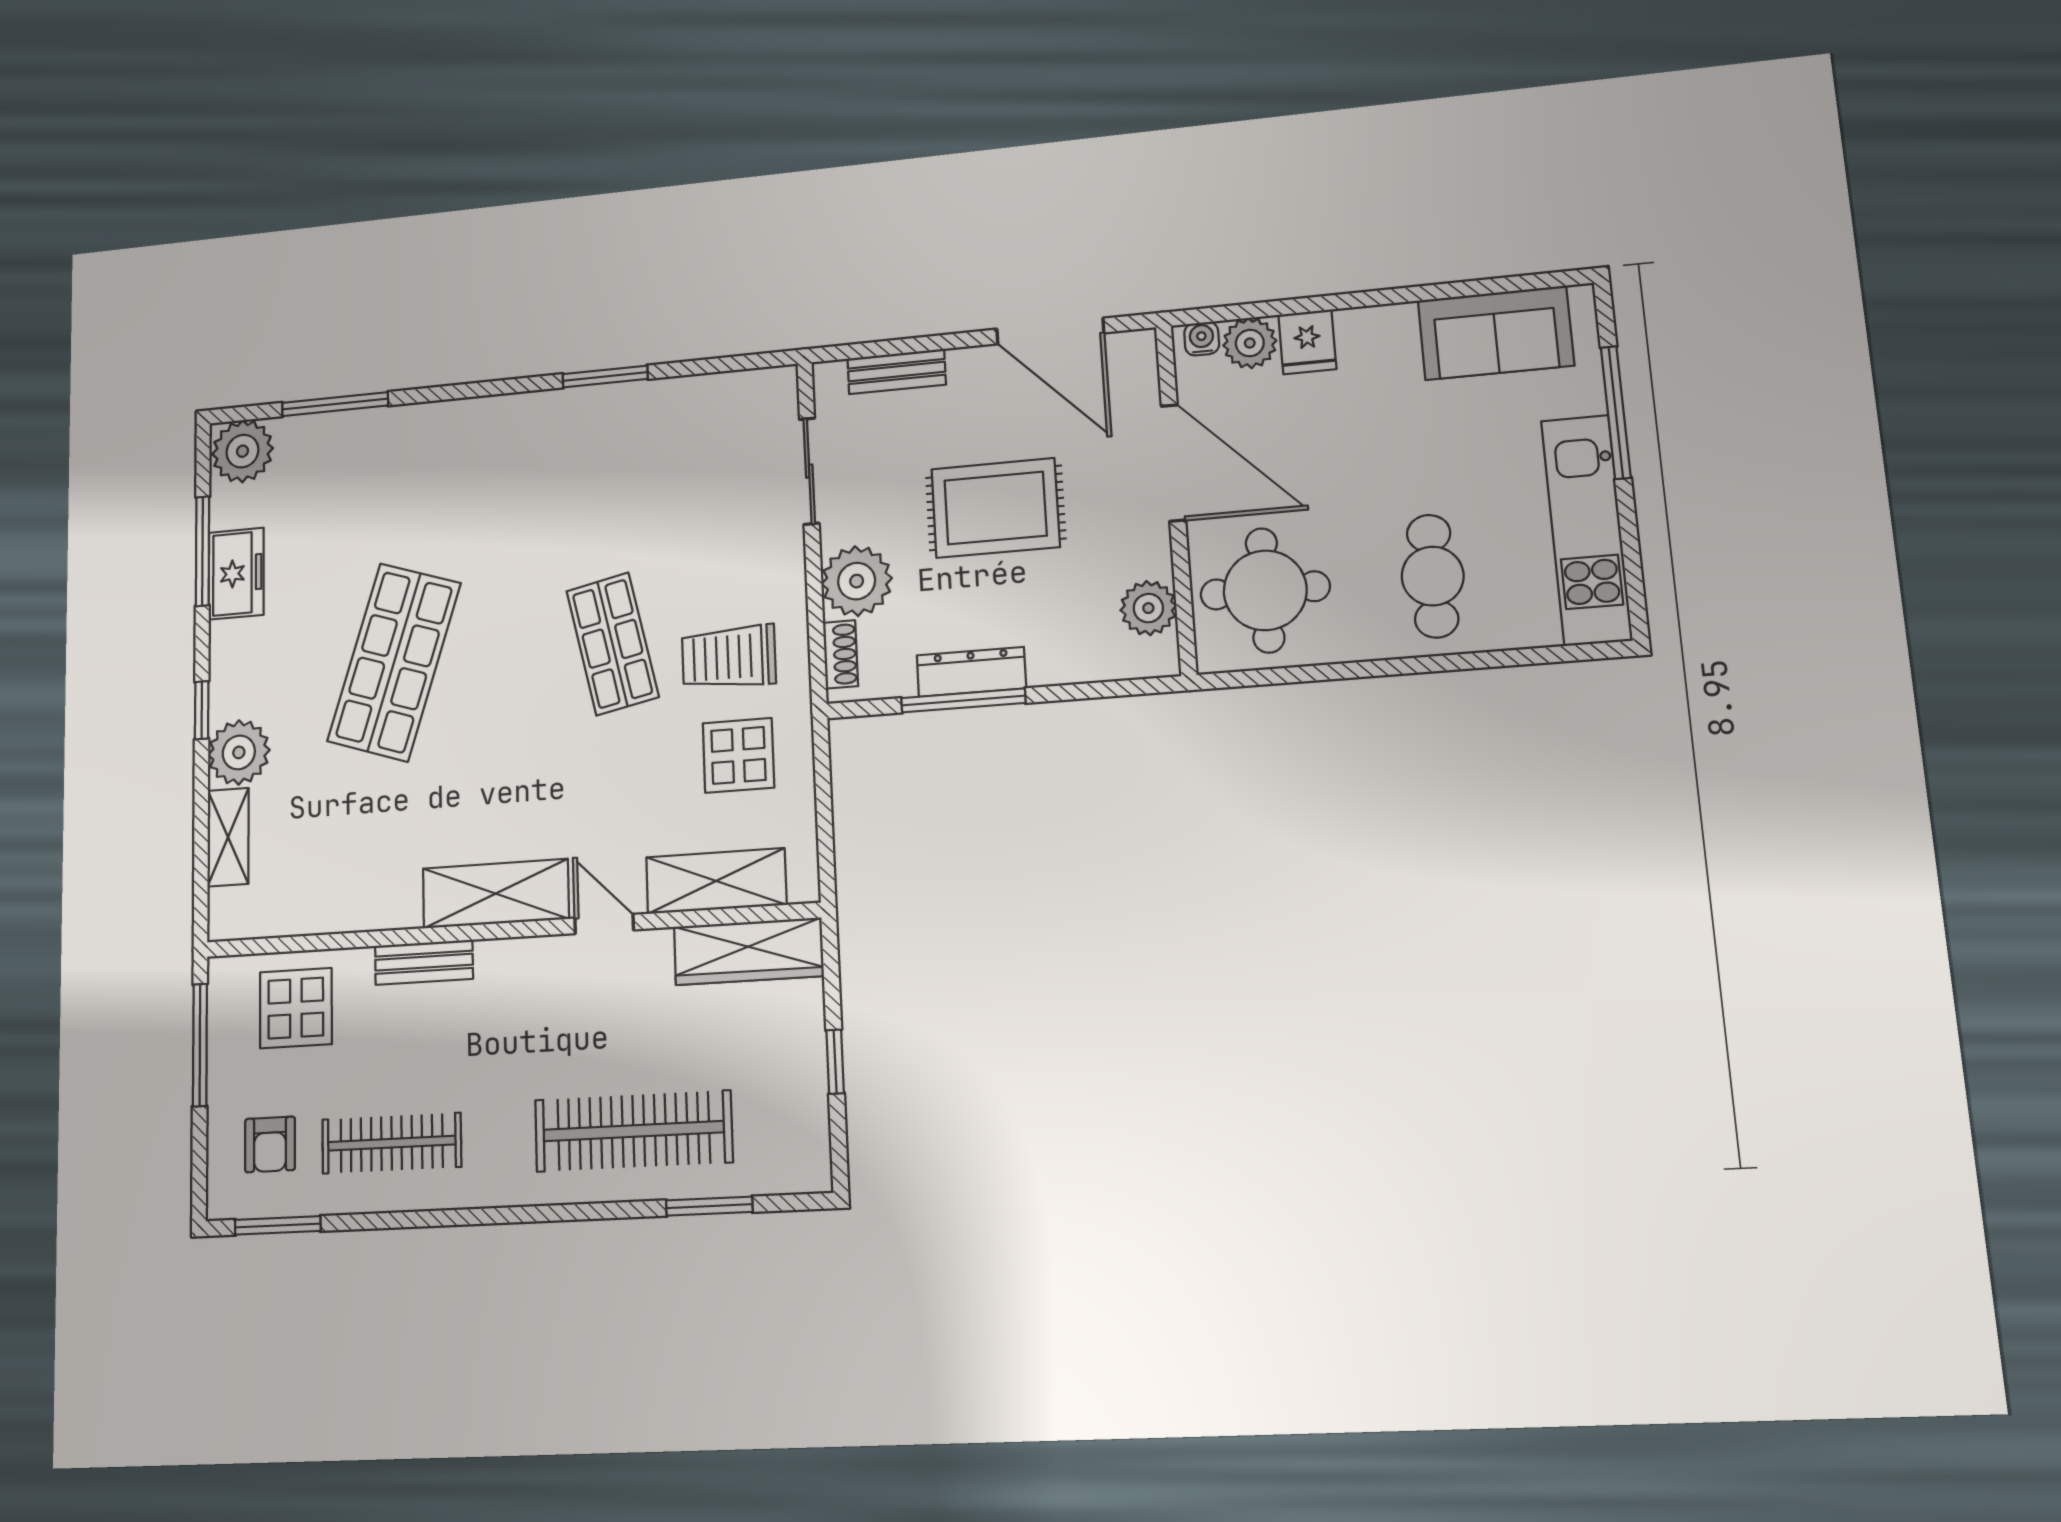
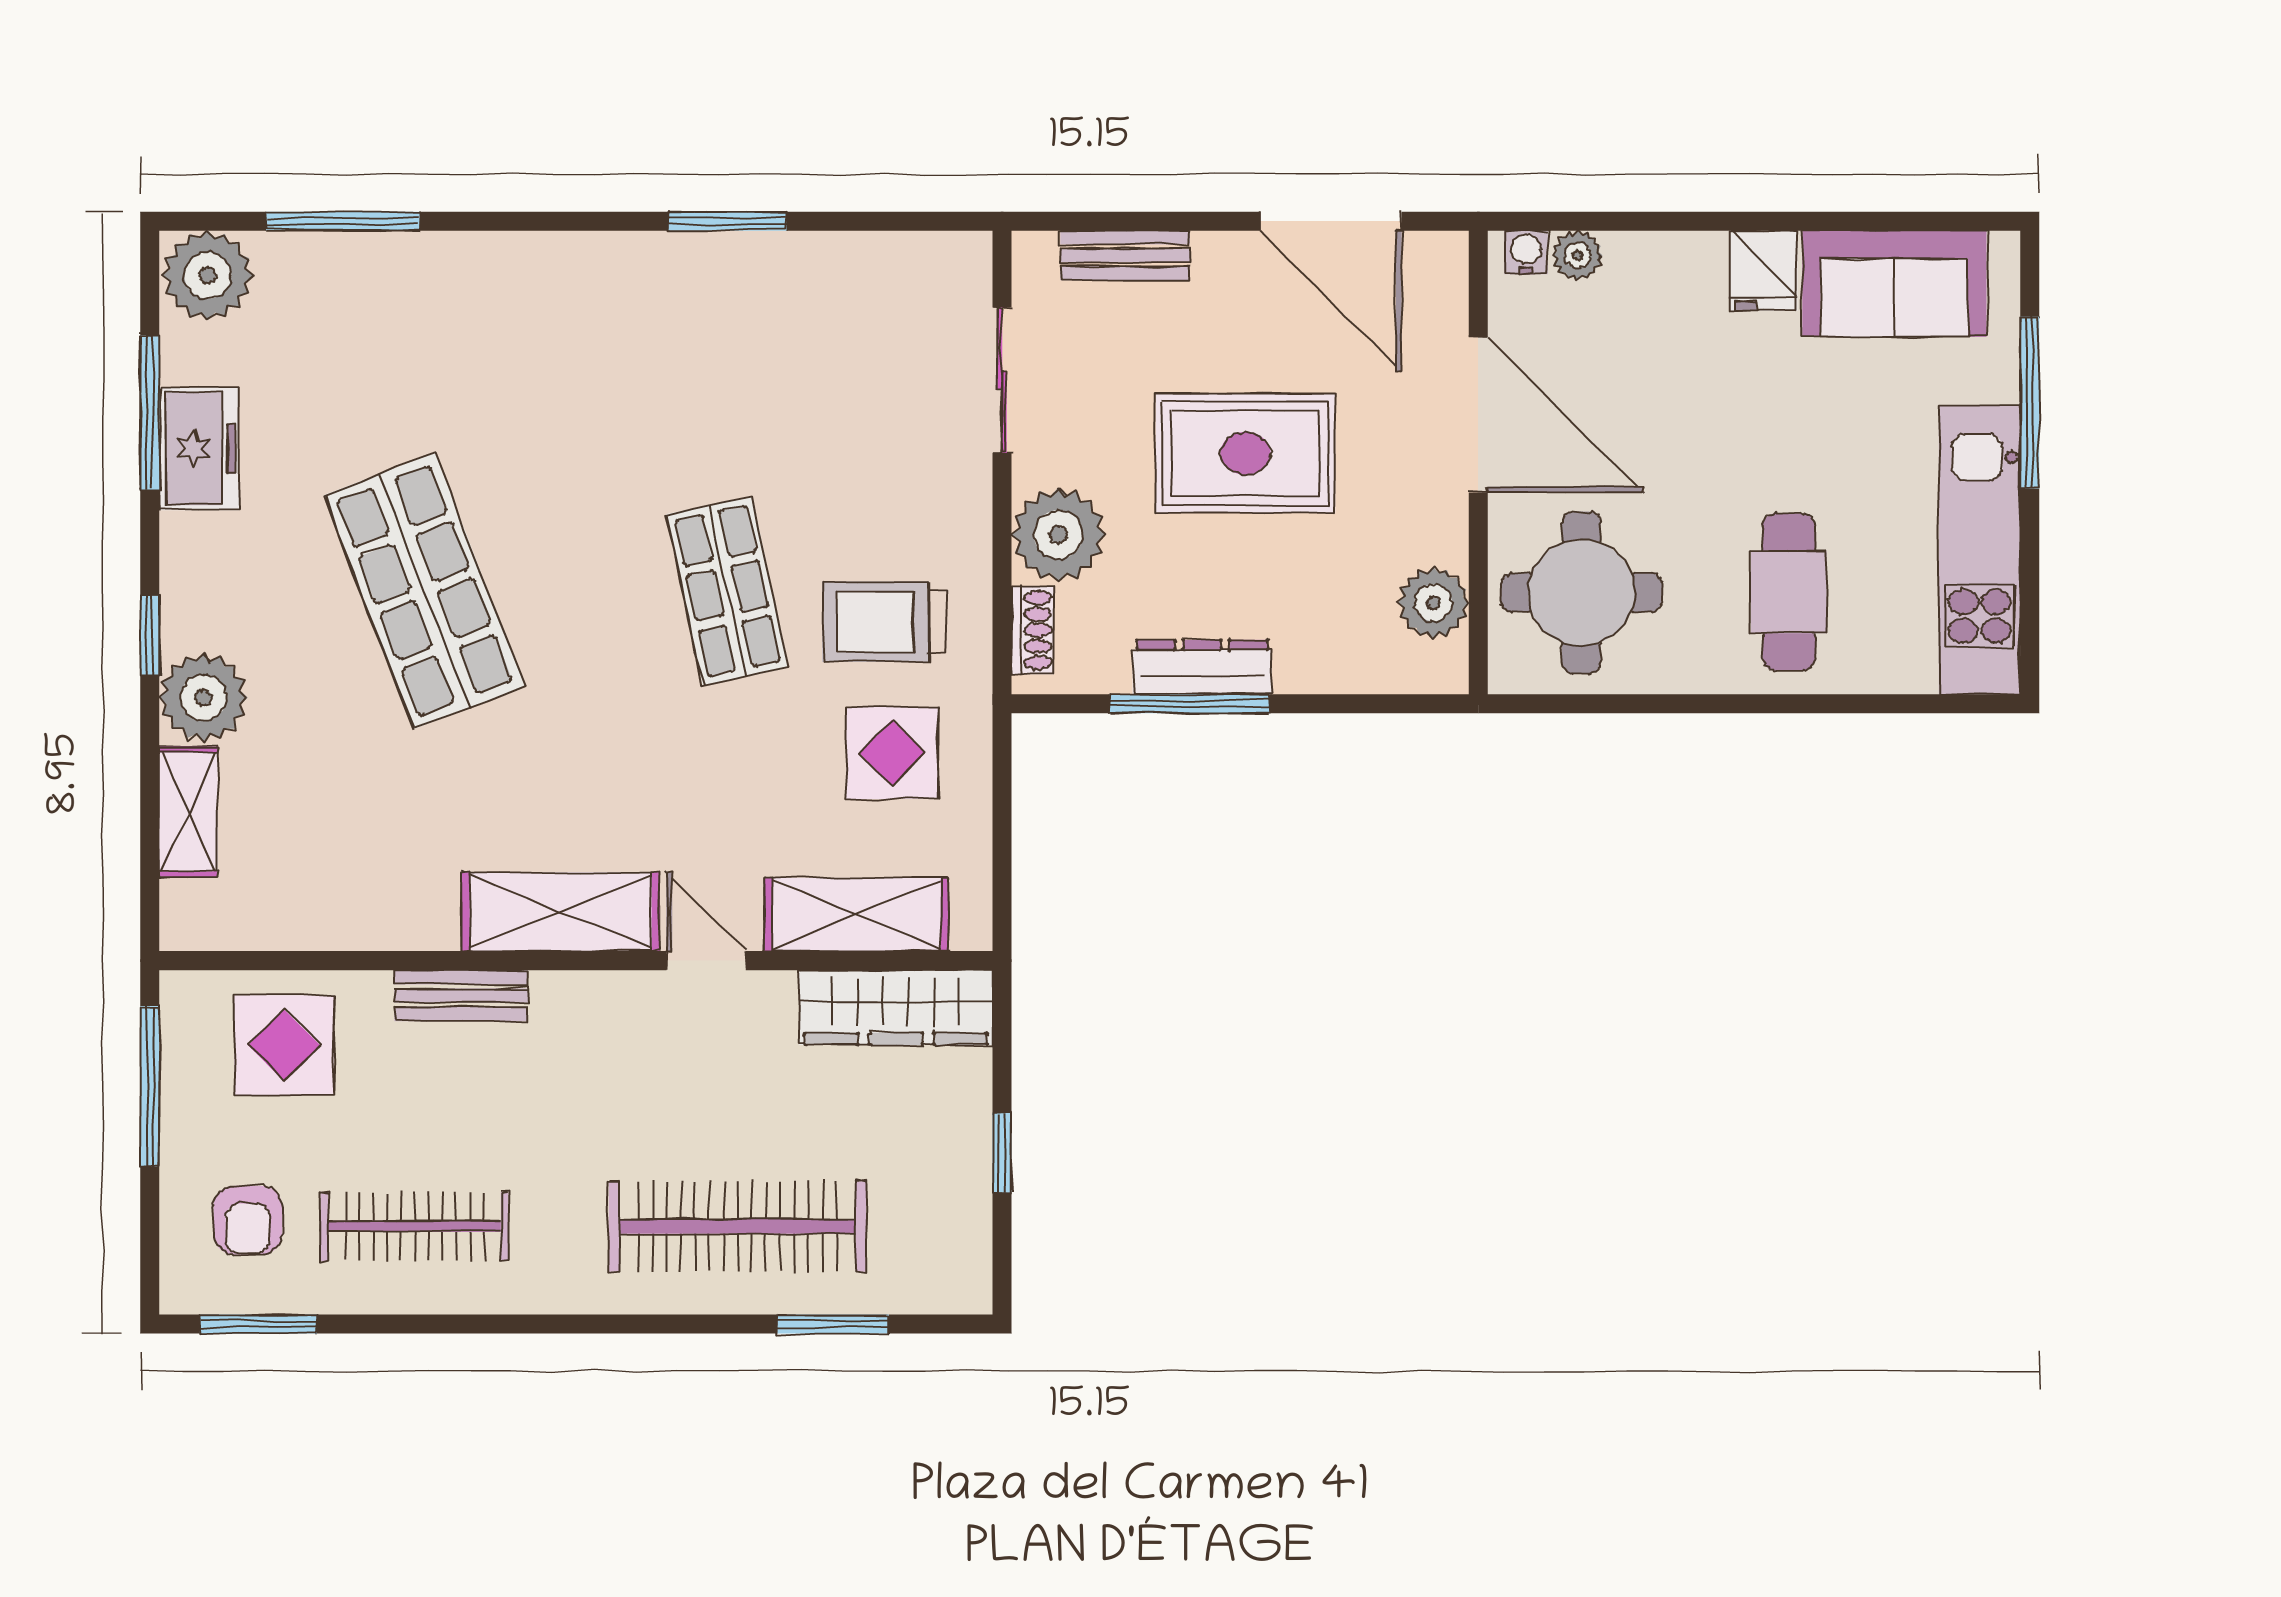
fridge: (1307, 342) -> (1764, 271), moved
plant: (1250, 343) -> (1578, 255), width x0.73, depth x0.73
shop shelf: (394, 662) -> (424, 591), turned -39

